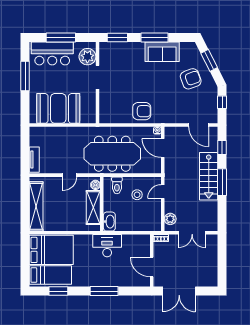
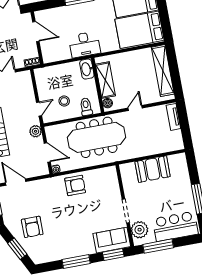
window: (61, 37) -> (158, 246), moved
sofa: (162, 52) -> (112, 240), moved
armchair: (191, 79) -> (32, 227), turned -70
booth: (58, 108) -> (153, 169), width x0.73, depth x0.70
armchair: (142, 111) -> (75, 185), turned 180
plant: (170, 219) -> (36, 131), moved

